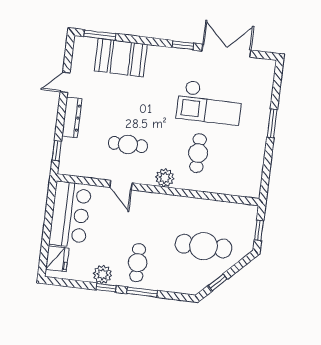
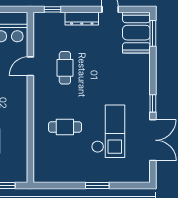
booth: (121, 58) -> (136, 33), moved
checkout: (210, 103) -> (108, 131), turned 180
plant: (165, 178) -> (41, 102), removed

